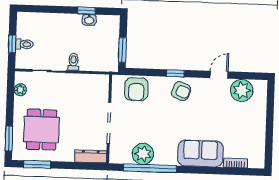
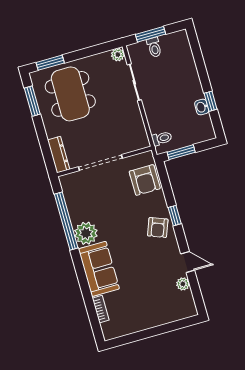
window: (12, 44) -> (150, 34), width x1.50
toilet: (73, 62) -> (162, 138), moved
armchair: (136, 89) -> (145, 180), turned -90
plant: (20, 90) -> (118, 55), moved
plant: (242, 90) -> (183, 284), width x0.53, depth x0.53
dining table: (41, 130) -> (70, 94), width x1.38
plant: (143, 154) -> (86, 233), moved

